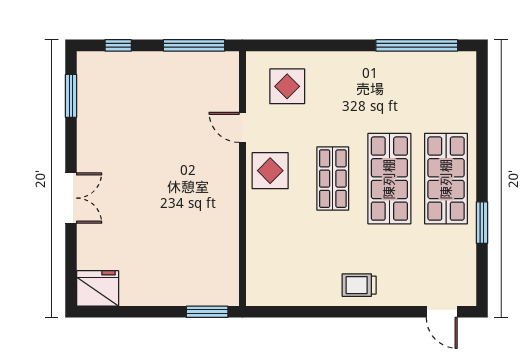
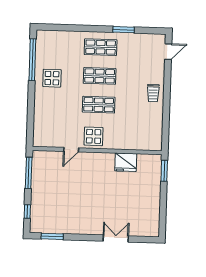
display table: (287, 86) -> (52, 78), moved
shop shelf: (389, 179) -> (100, 76), width x0.70, depth x0.74
shop shelf: (446, 179) -> (101, 47), width x0.70, depth x0.74
double door: (71, 198) -> (116, 238), moved
fridge: (98, 288) -> (126, 162), moved, turned -90

